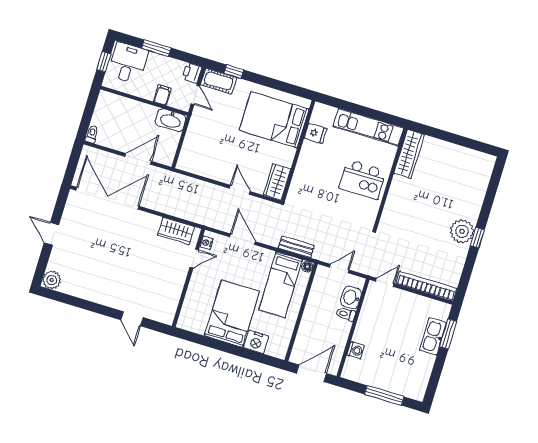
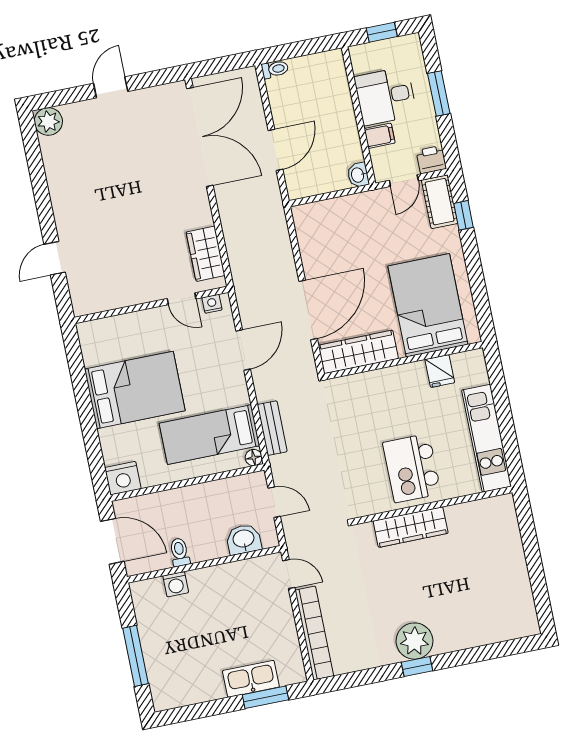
desk: (128, 63) -> (386, 96), moved, turned 180
washbasin: (171, 120) -> (358, 175), width x0.52, depth x0.69
wardrobe: (409, 154) -> (411, 527), moved
door: (138, 159) -> (275, 150), hinge flipped
wardrobe: (277, 182) -> (358, 352), width x1.50
door: (240, 190) -> (308, 310), width x1.88
toilet: (346, 314) -> (180, 552), moved
nightstand: (256, 342) -> (123, 478), moved, turned -90

